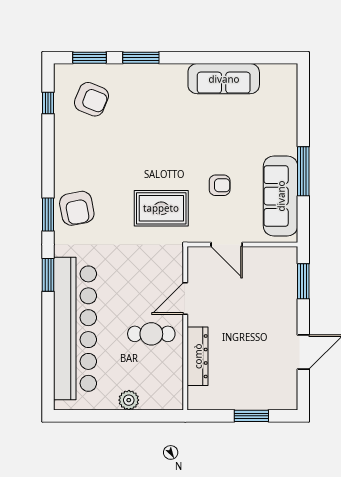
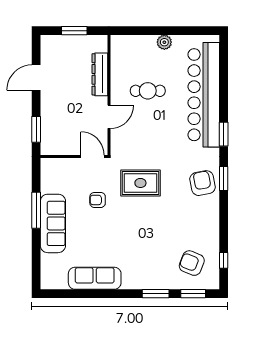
sofa: (281, 196) -> (53, 223), moved
door: (185, 298) -> (109, 117), moved
wall: (185, 328) -> (109, 95), moved
dresser: (198, 356) -> (100, 74), moved

